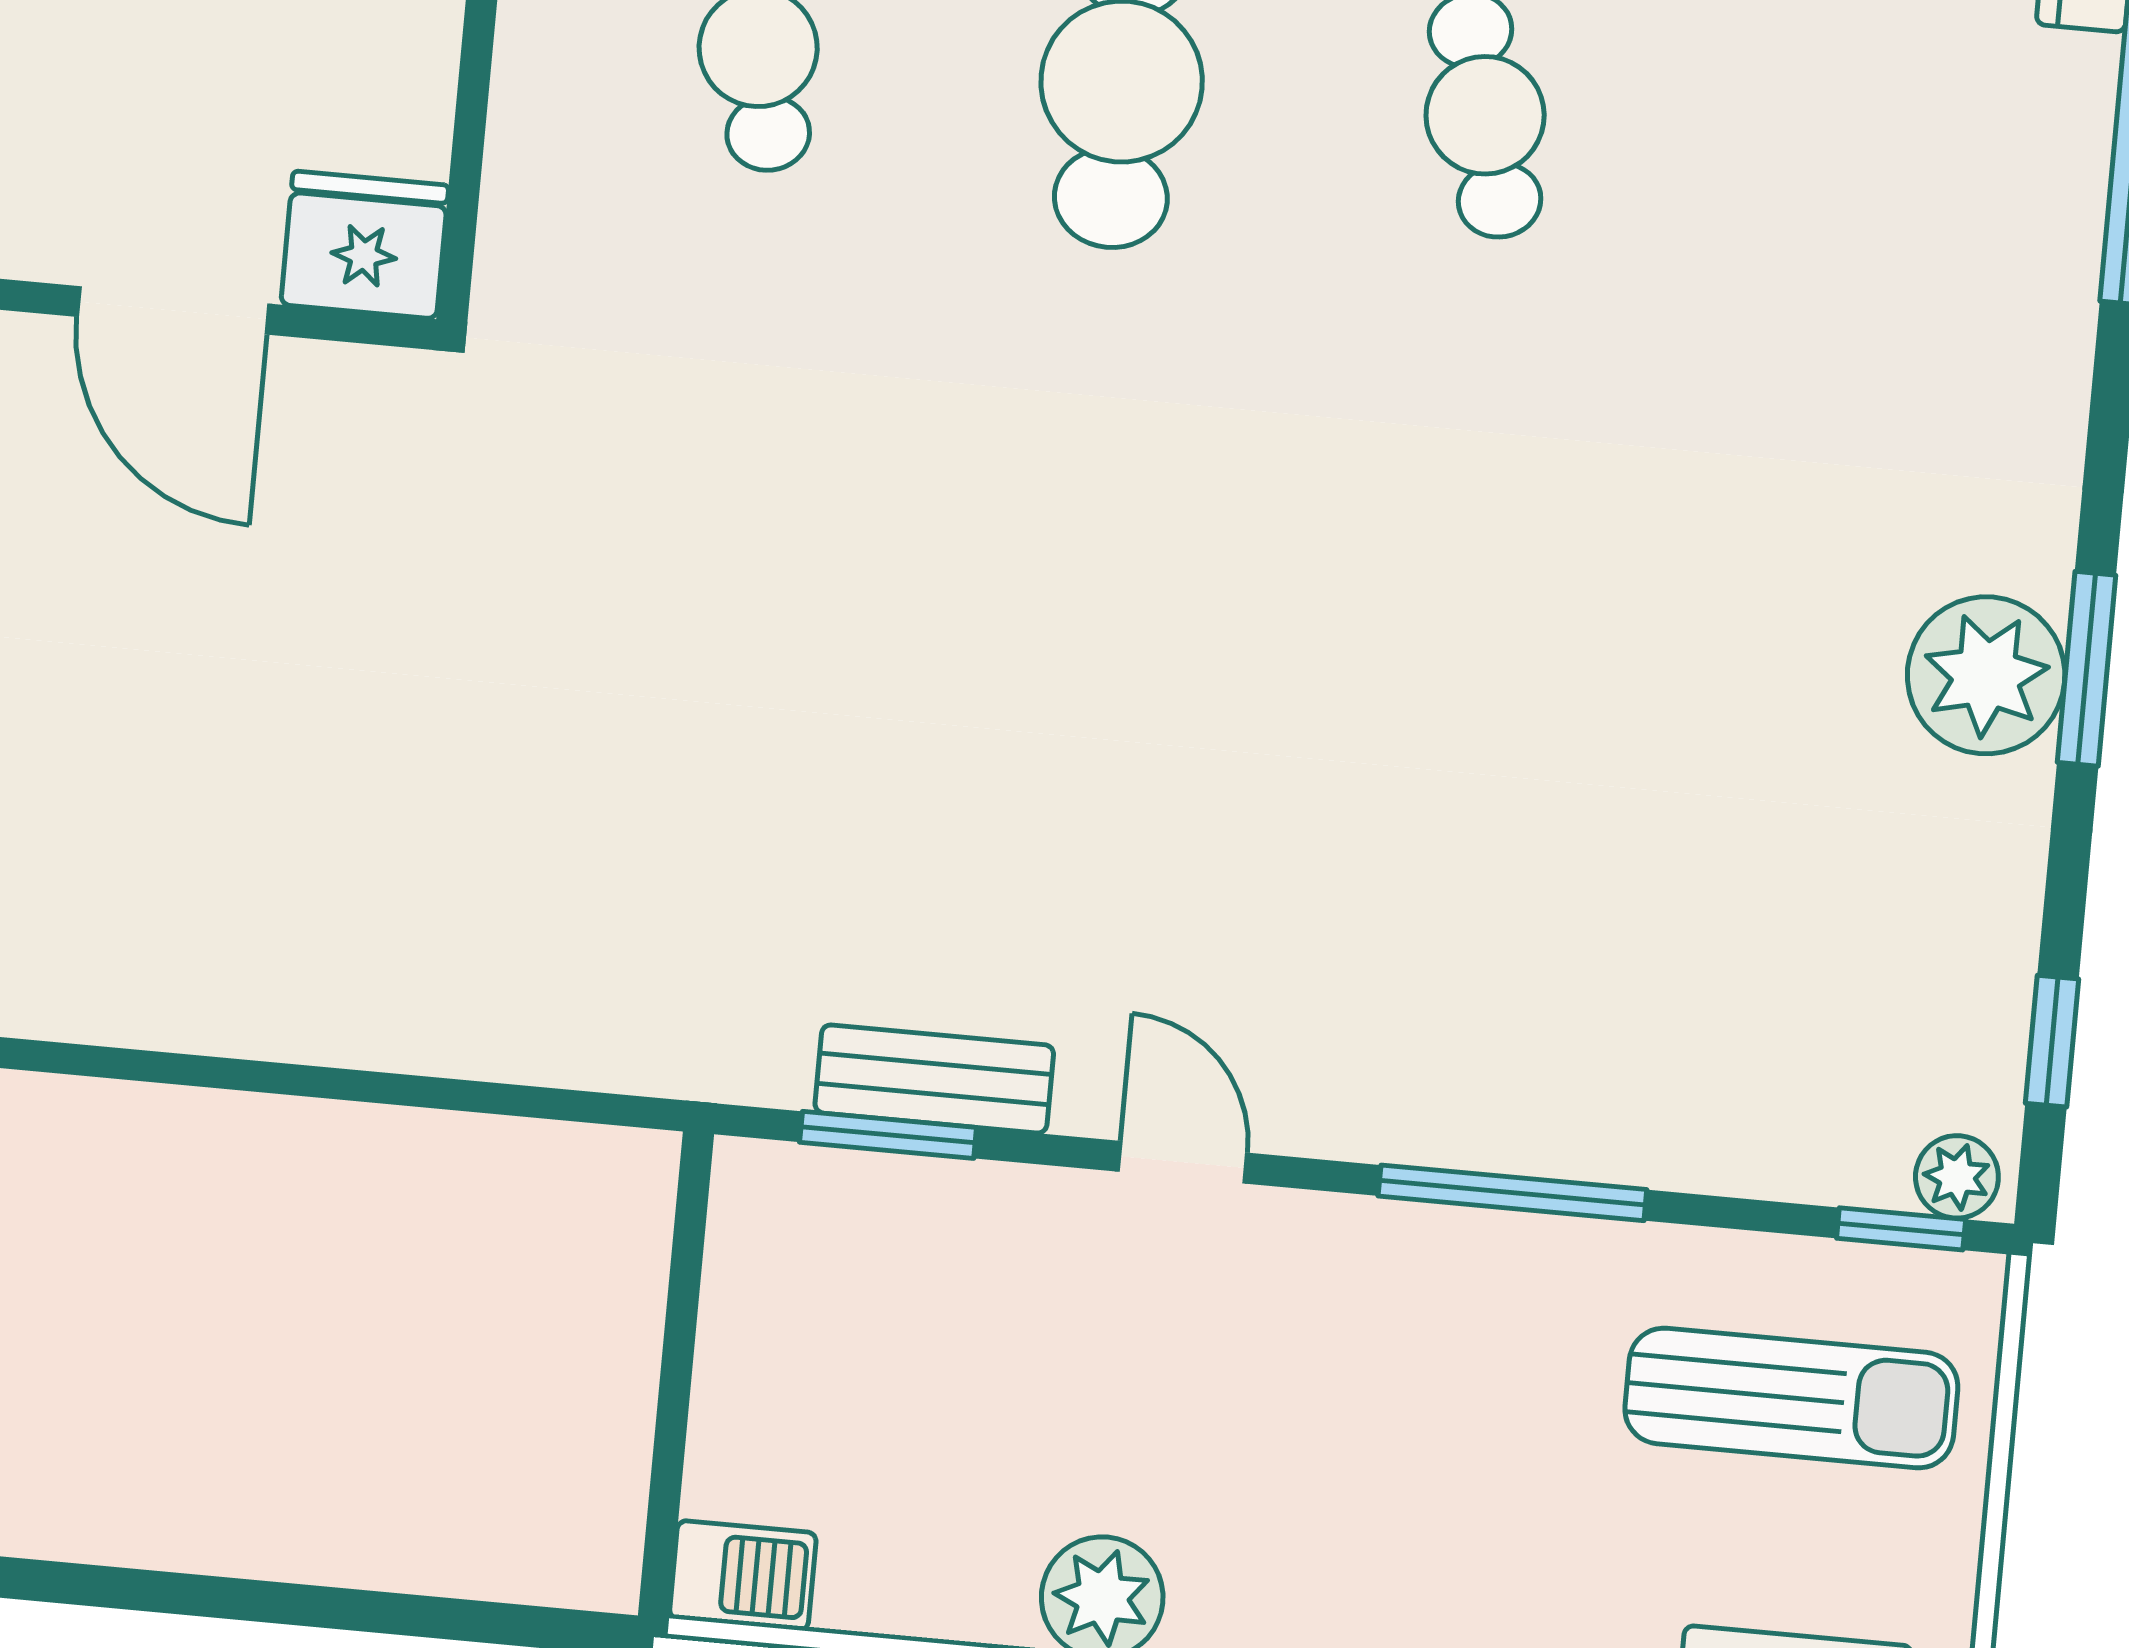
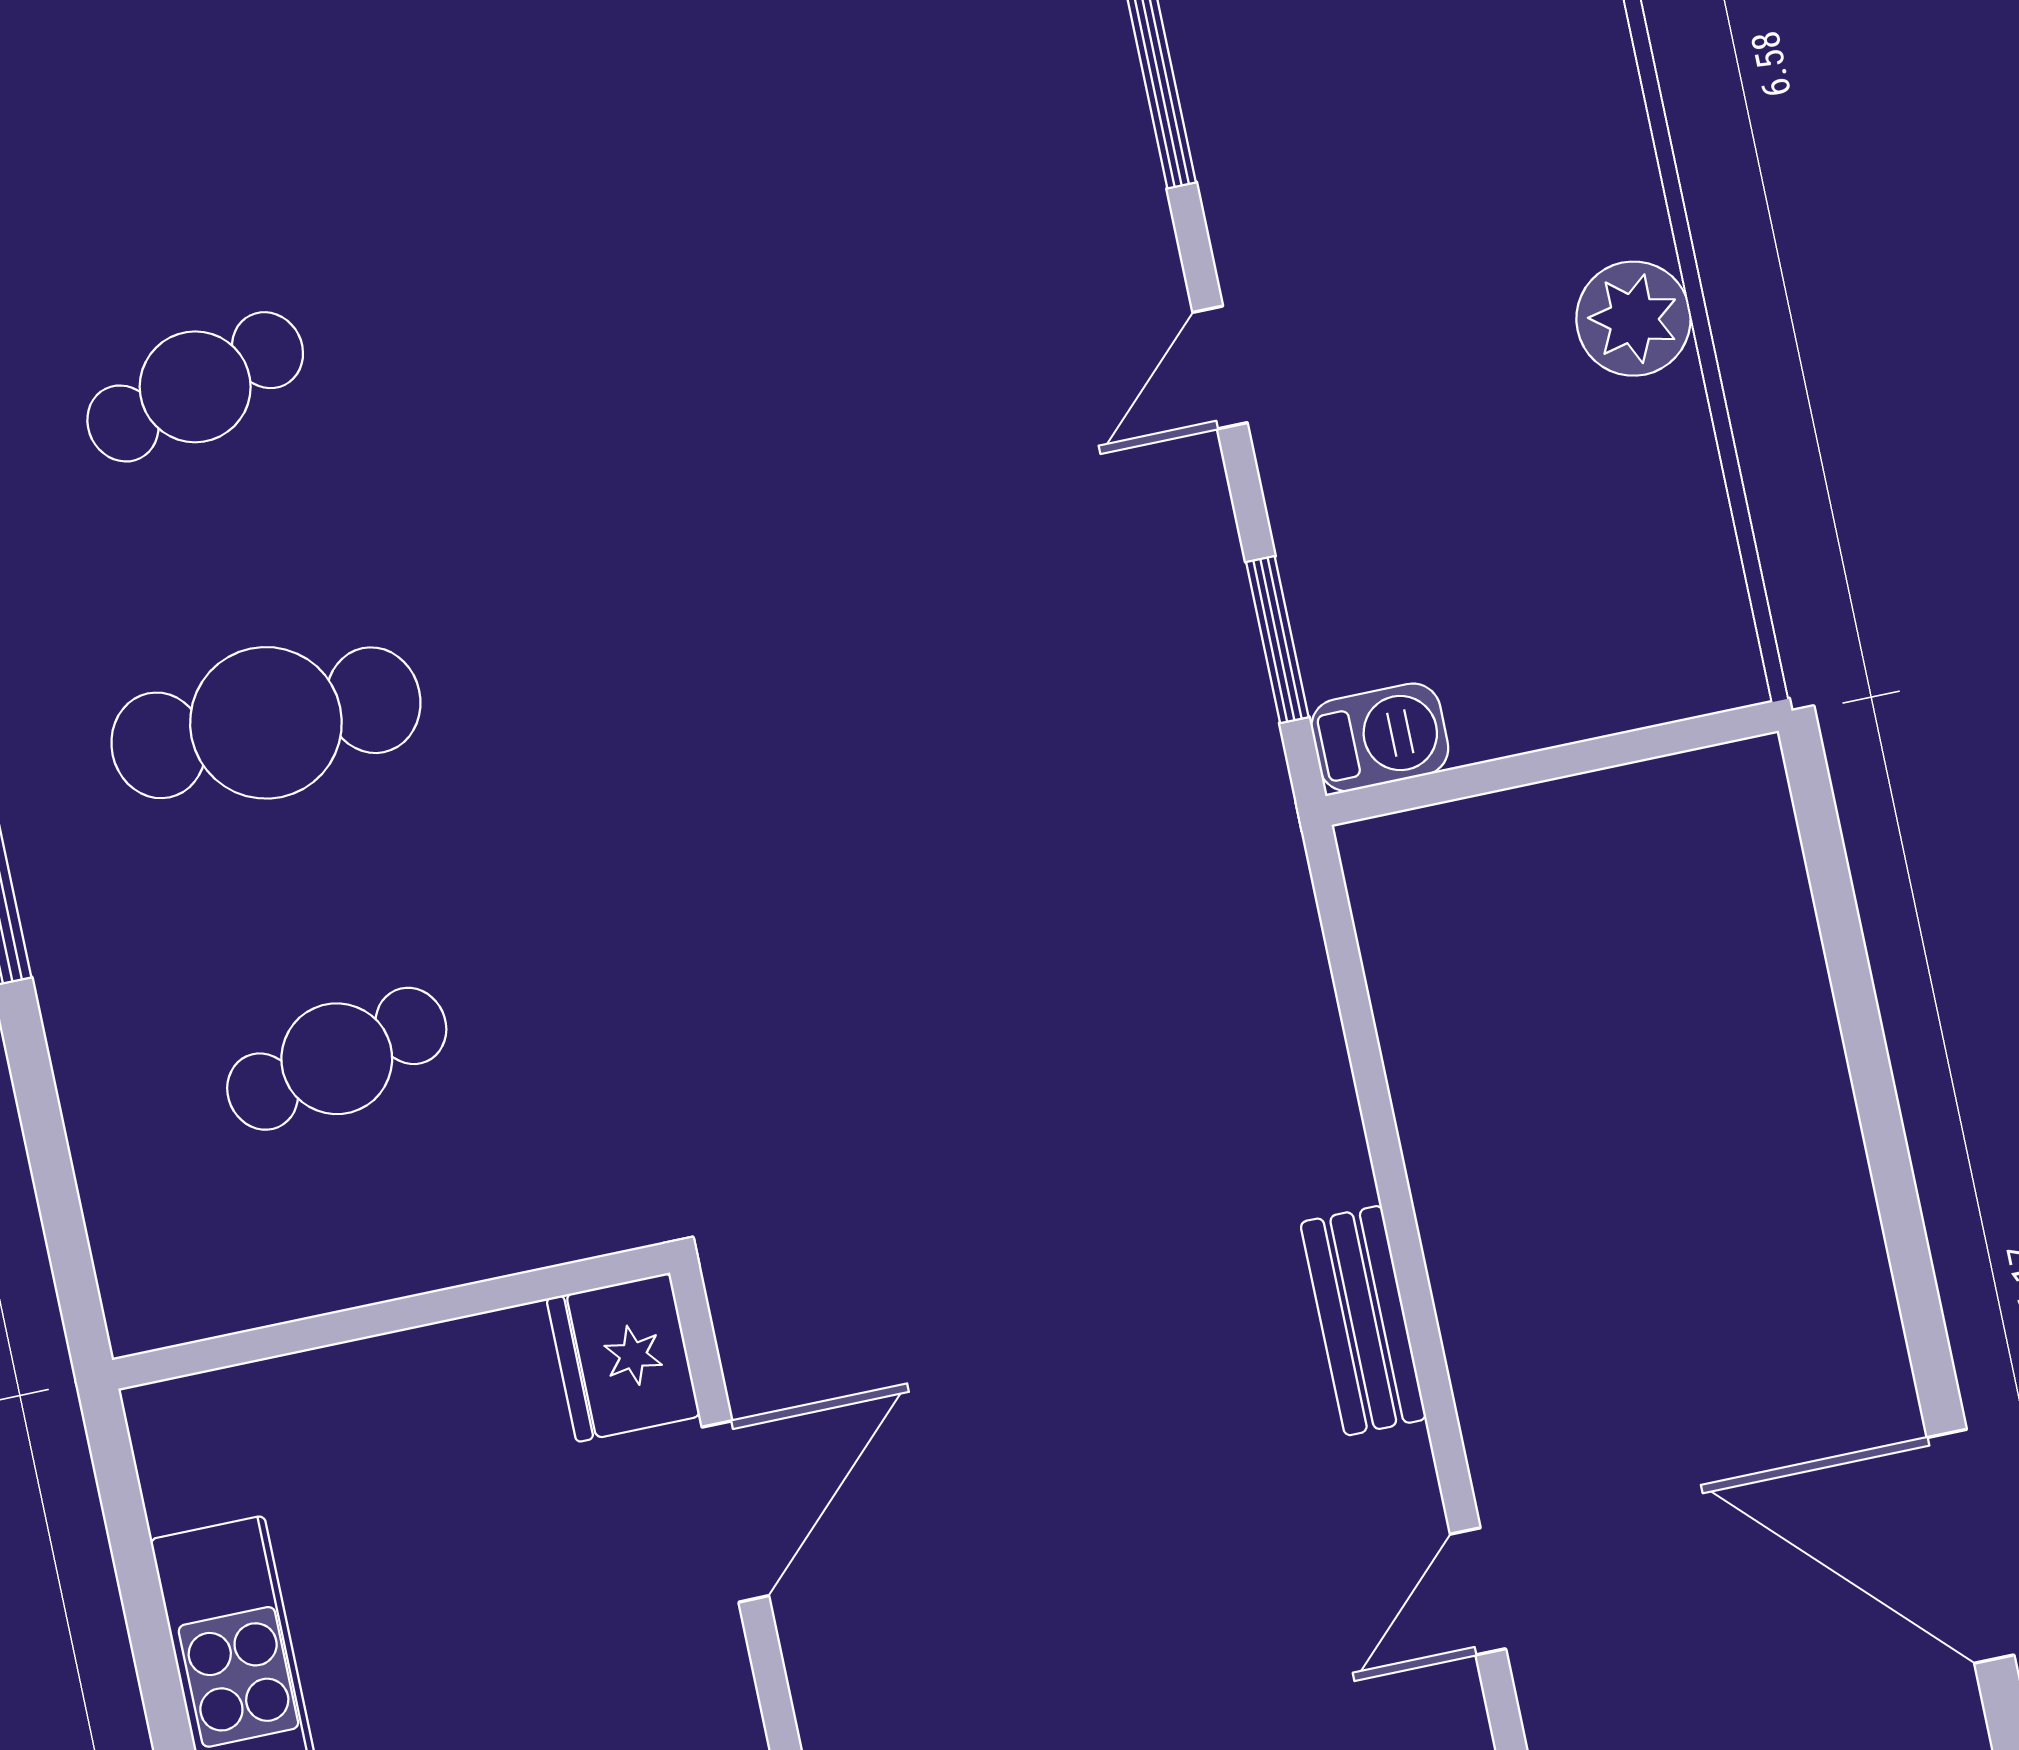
bench: (934, 1079) -> (1363, 1321), moved
barbecue: (743, 1576) -> (1380, 737), moved, turned 90

